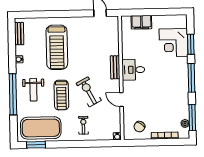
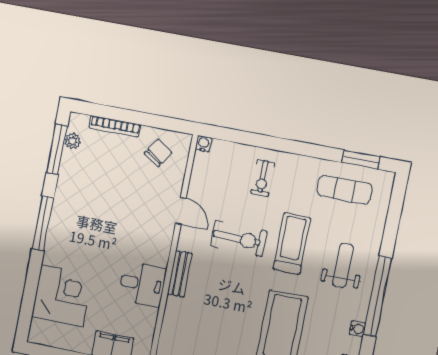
window: (191, 44) -> (31, 286), removed
desk: (133, 70) -> (142, 284), moved
exercise bike: (89, 92) -> (239, 239), turned -61
window: (13, 94) -> (378, 296), moved
exercise mat: (41, 128) -> (345, 190), width x0.50, depth x0.69

